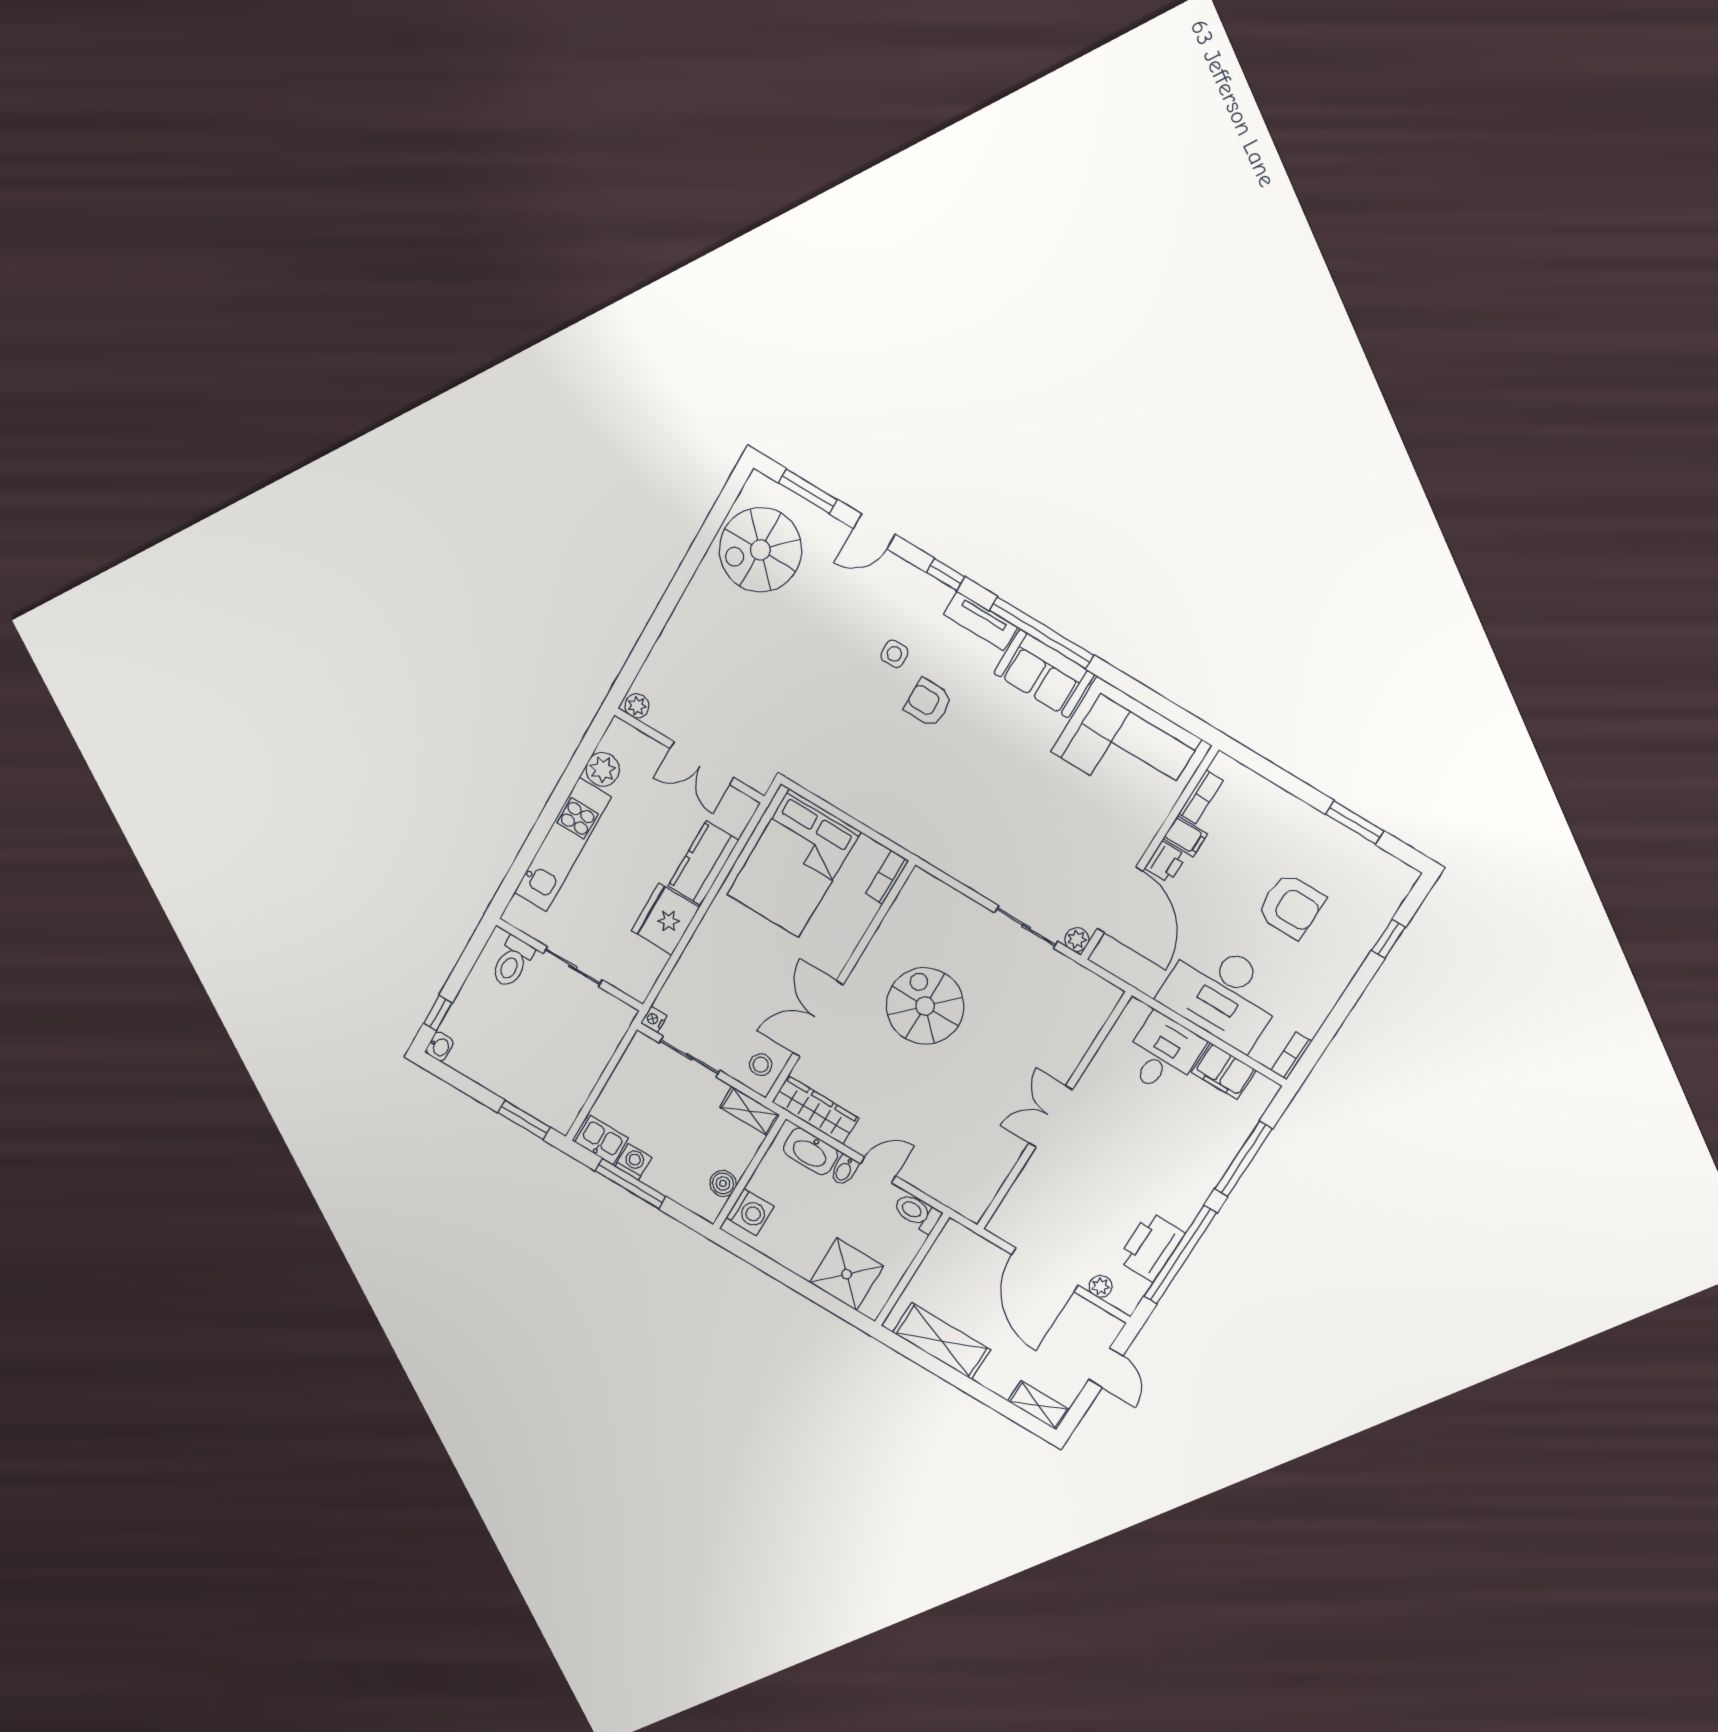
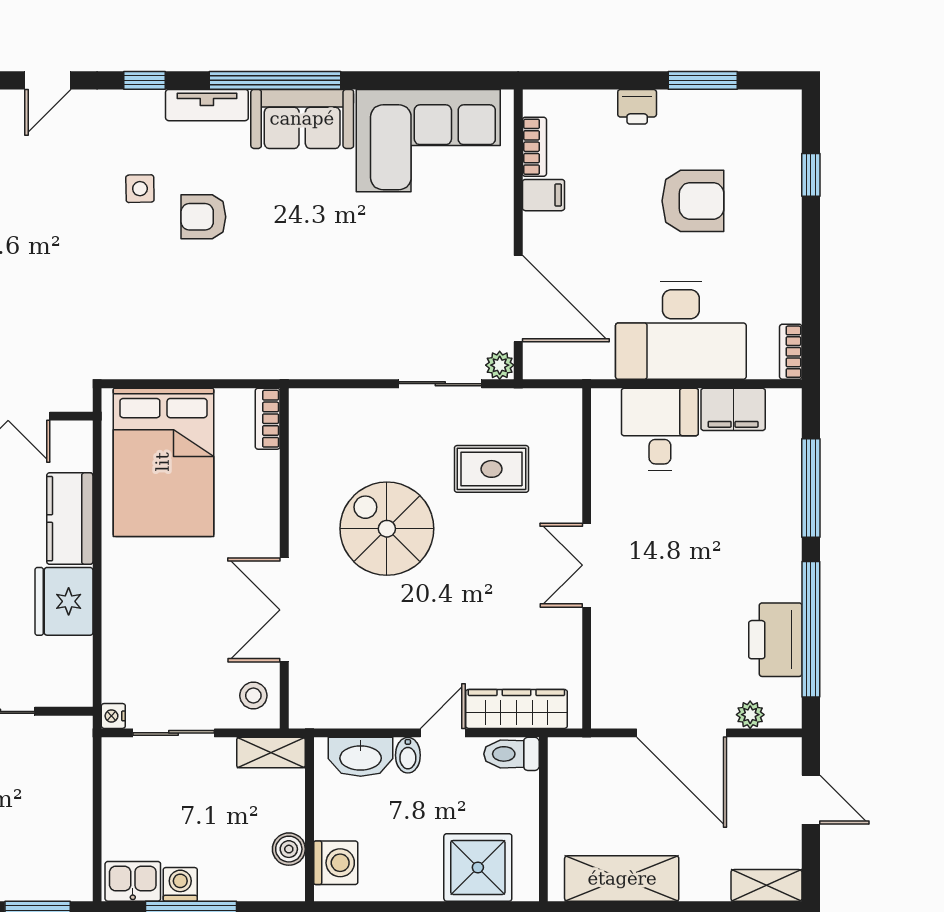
printer: (1165, 862) -> (637, 107), moved, turned 90
rug: (1025, 1009) -> (492, 469), added
wardrobe: (815, 1110) -> (516, 709), moved

